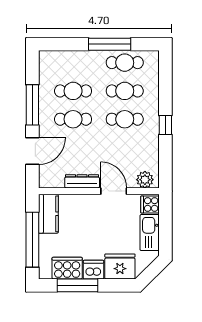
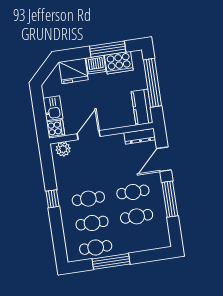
dresser: (82, 181) -> (140, 136), moved
door: (114, 191) -> (89, 135), swing flipped
kitchen sink: (150, 233) -> (53, 108), width x0.73

